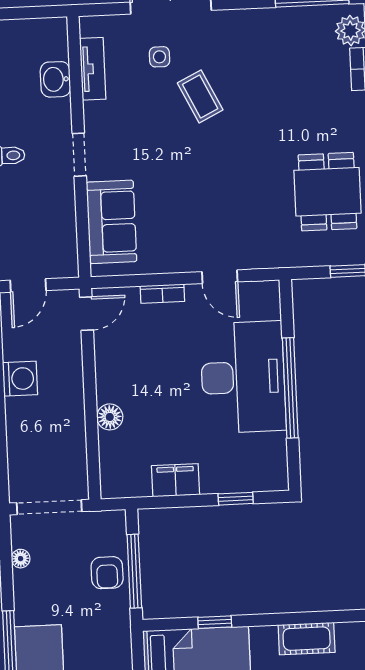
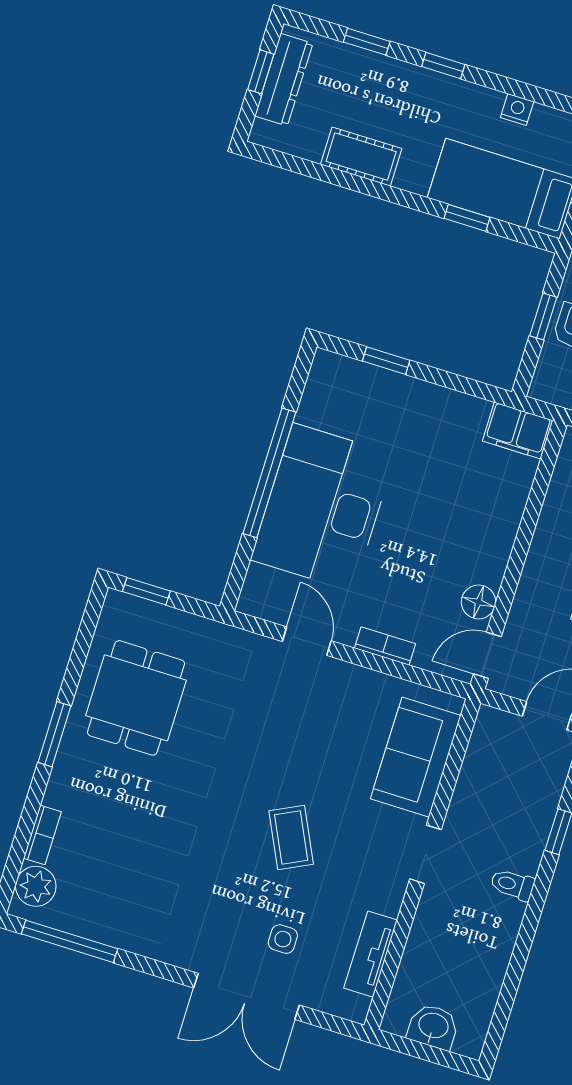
washbasin: (55, 79) -> (433, 1027), moved, turned -90
coffee table: (200, 96) -> (291, 838), moved
floor lamp: (110, 417) -> (478, 602), moved
filing cabinet: (176, 480) -> (518, 431), moved
window: (134, 571) -> (543, 317), width x0.46

